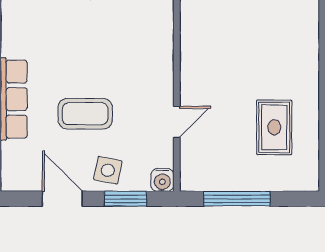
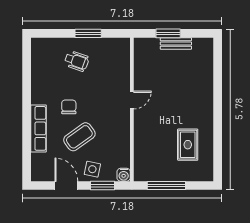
chair: (67, 62) -> (69, 107), added
coffee table: (85, 114) -> (79, 137), turned -36
door: (177, 122) -> (132, 100), moved

